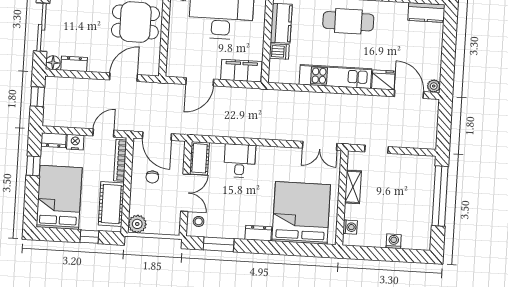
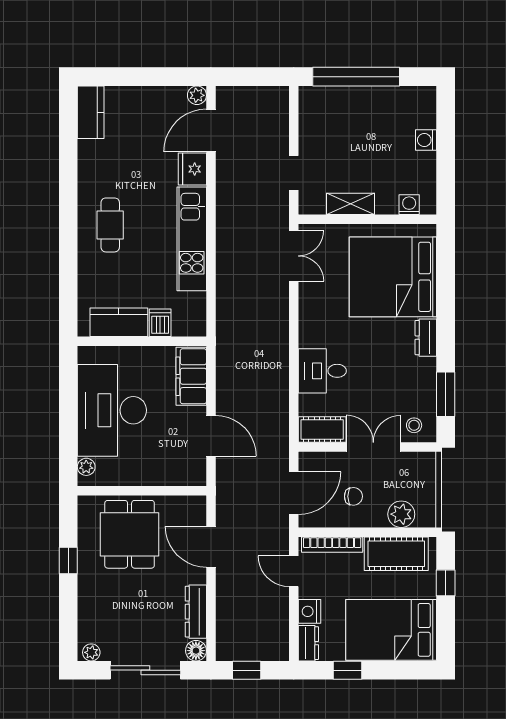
cafe table: (348, 21) -> (110, 225), width x0.73, depth x0.74
dresser: (74, 64) -> (196, 612), width x1.44
plant: (137, 224) -> (401, 514), moved

